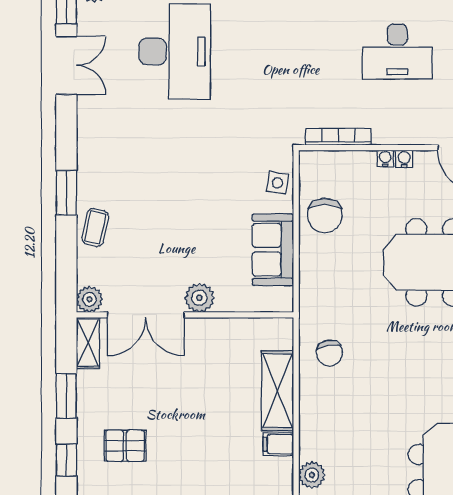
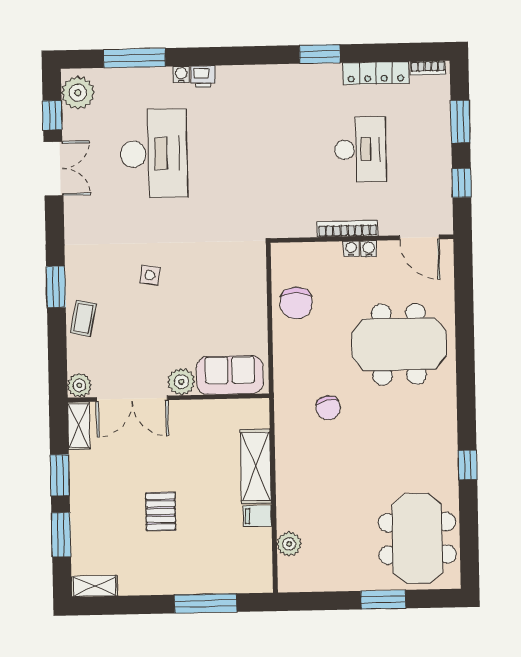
desk: (397, 52) -> (360, 149), turned -90
bookcase: (338, 137) -> (348, 229), moved
side table: (277, 183) -> (150, 275), moved
sofa: (273, 250) -> (230, 375), moved, turned 90
chair: (329, 353) -> (328, 408), moved
pallet: (125, 446) -> (161, 512), moved, turned 90
window: (66, 460) -> (61, 535), width x1.50

